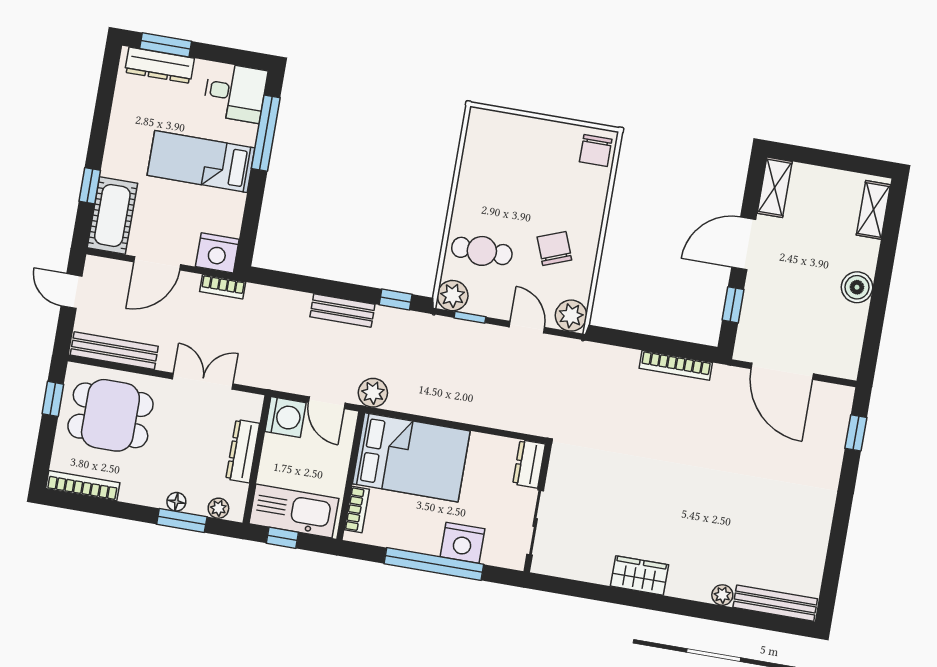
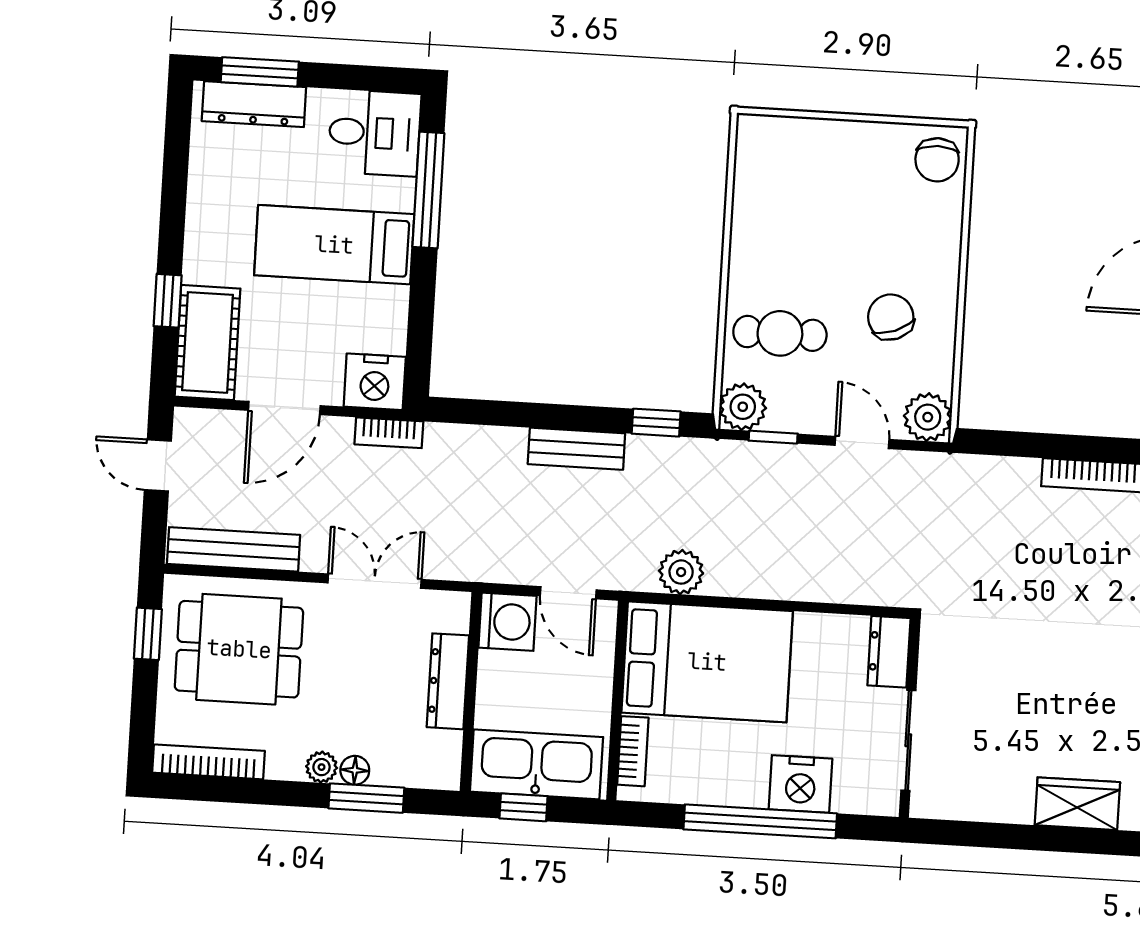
plant: (373, 393) -> (681, 572), moved
plant: (218, 508) -> (322, 767), moved

